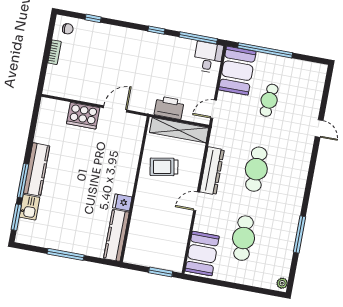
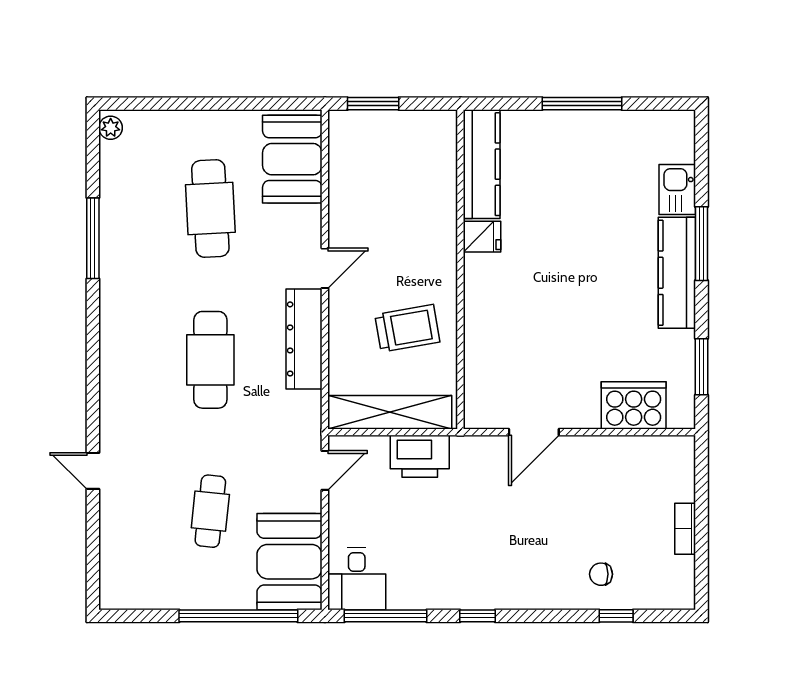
chair: (68, 29) -> (601, 574), moved
cooker: (83, 116) -> (634, 405), moved
window: (16, 217) -> (701, 367), moved

